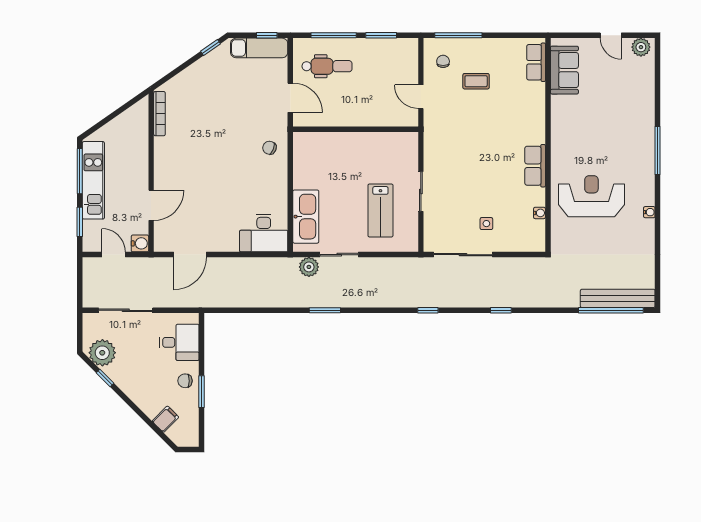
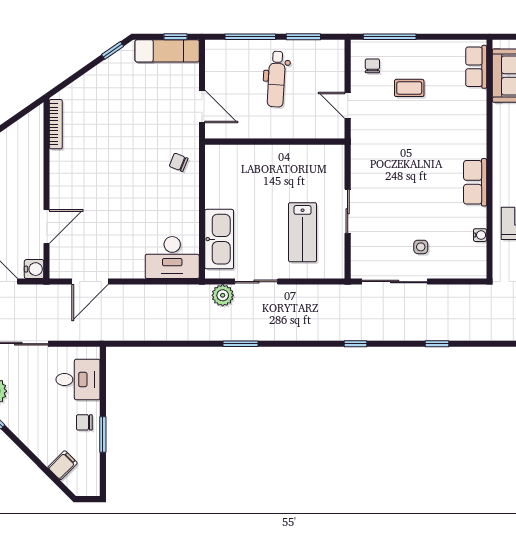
dental chair: (327, 66) -> (276, 79), moved, turned 93

